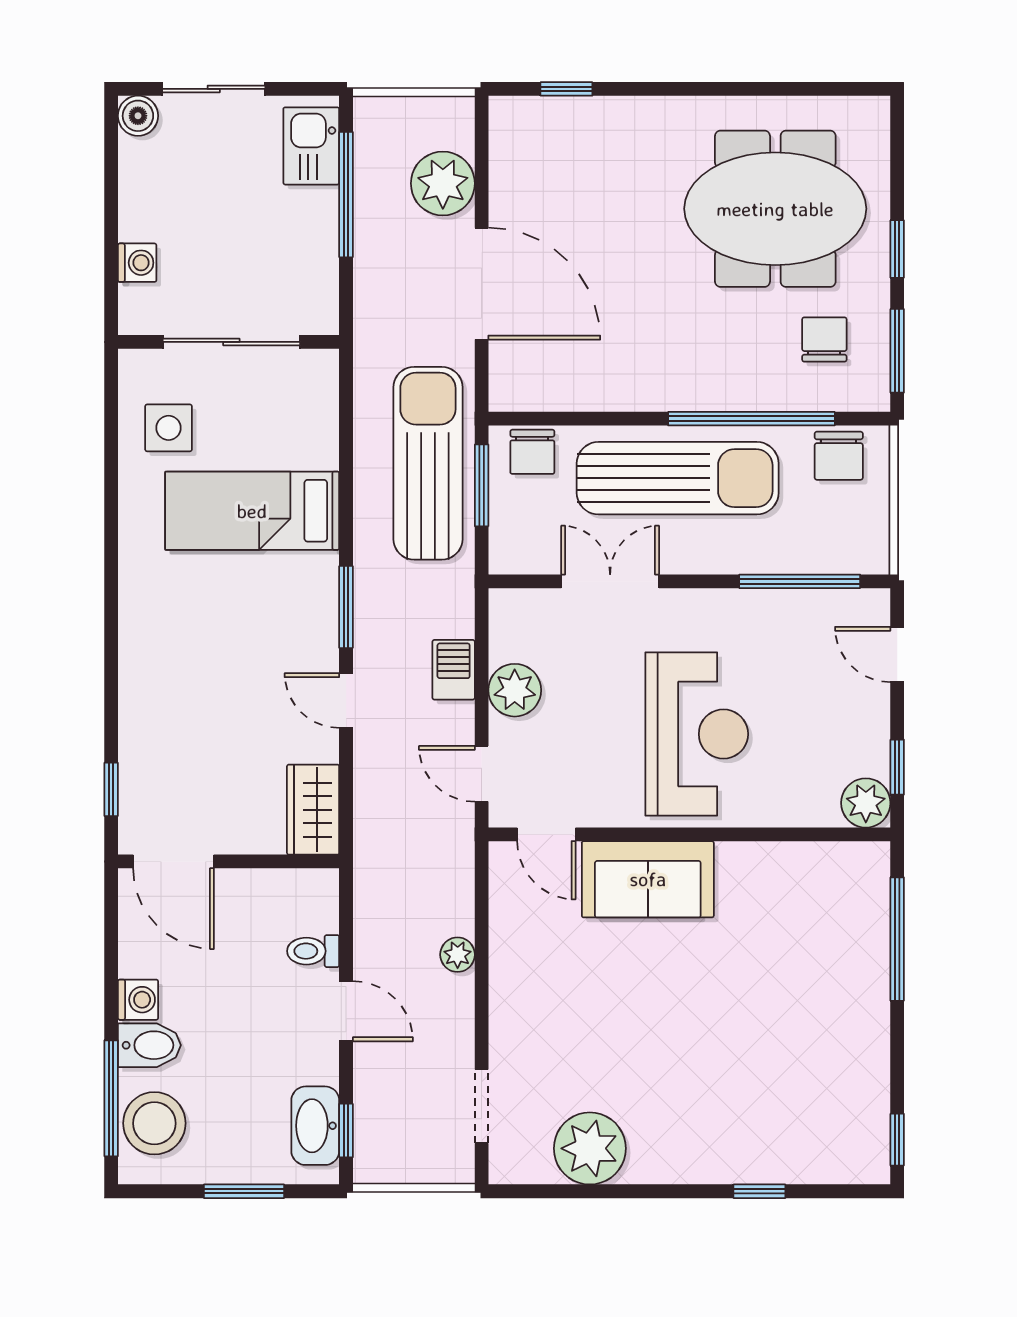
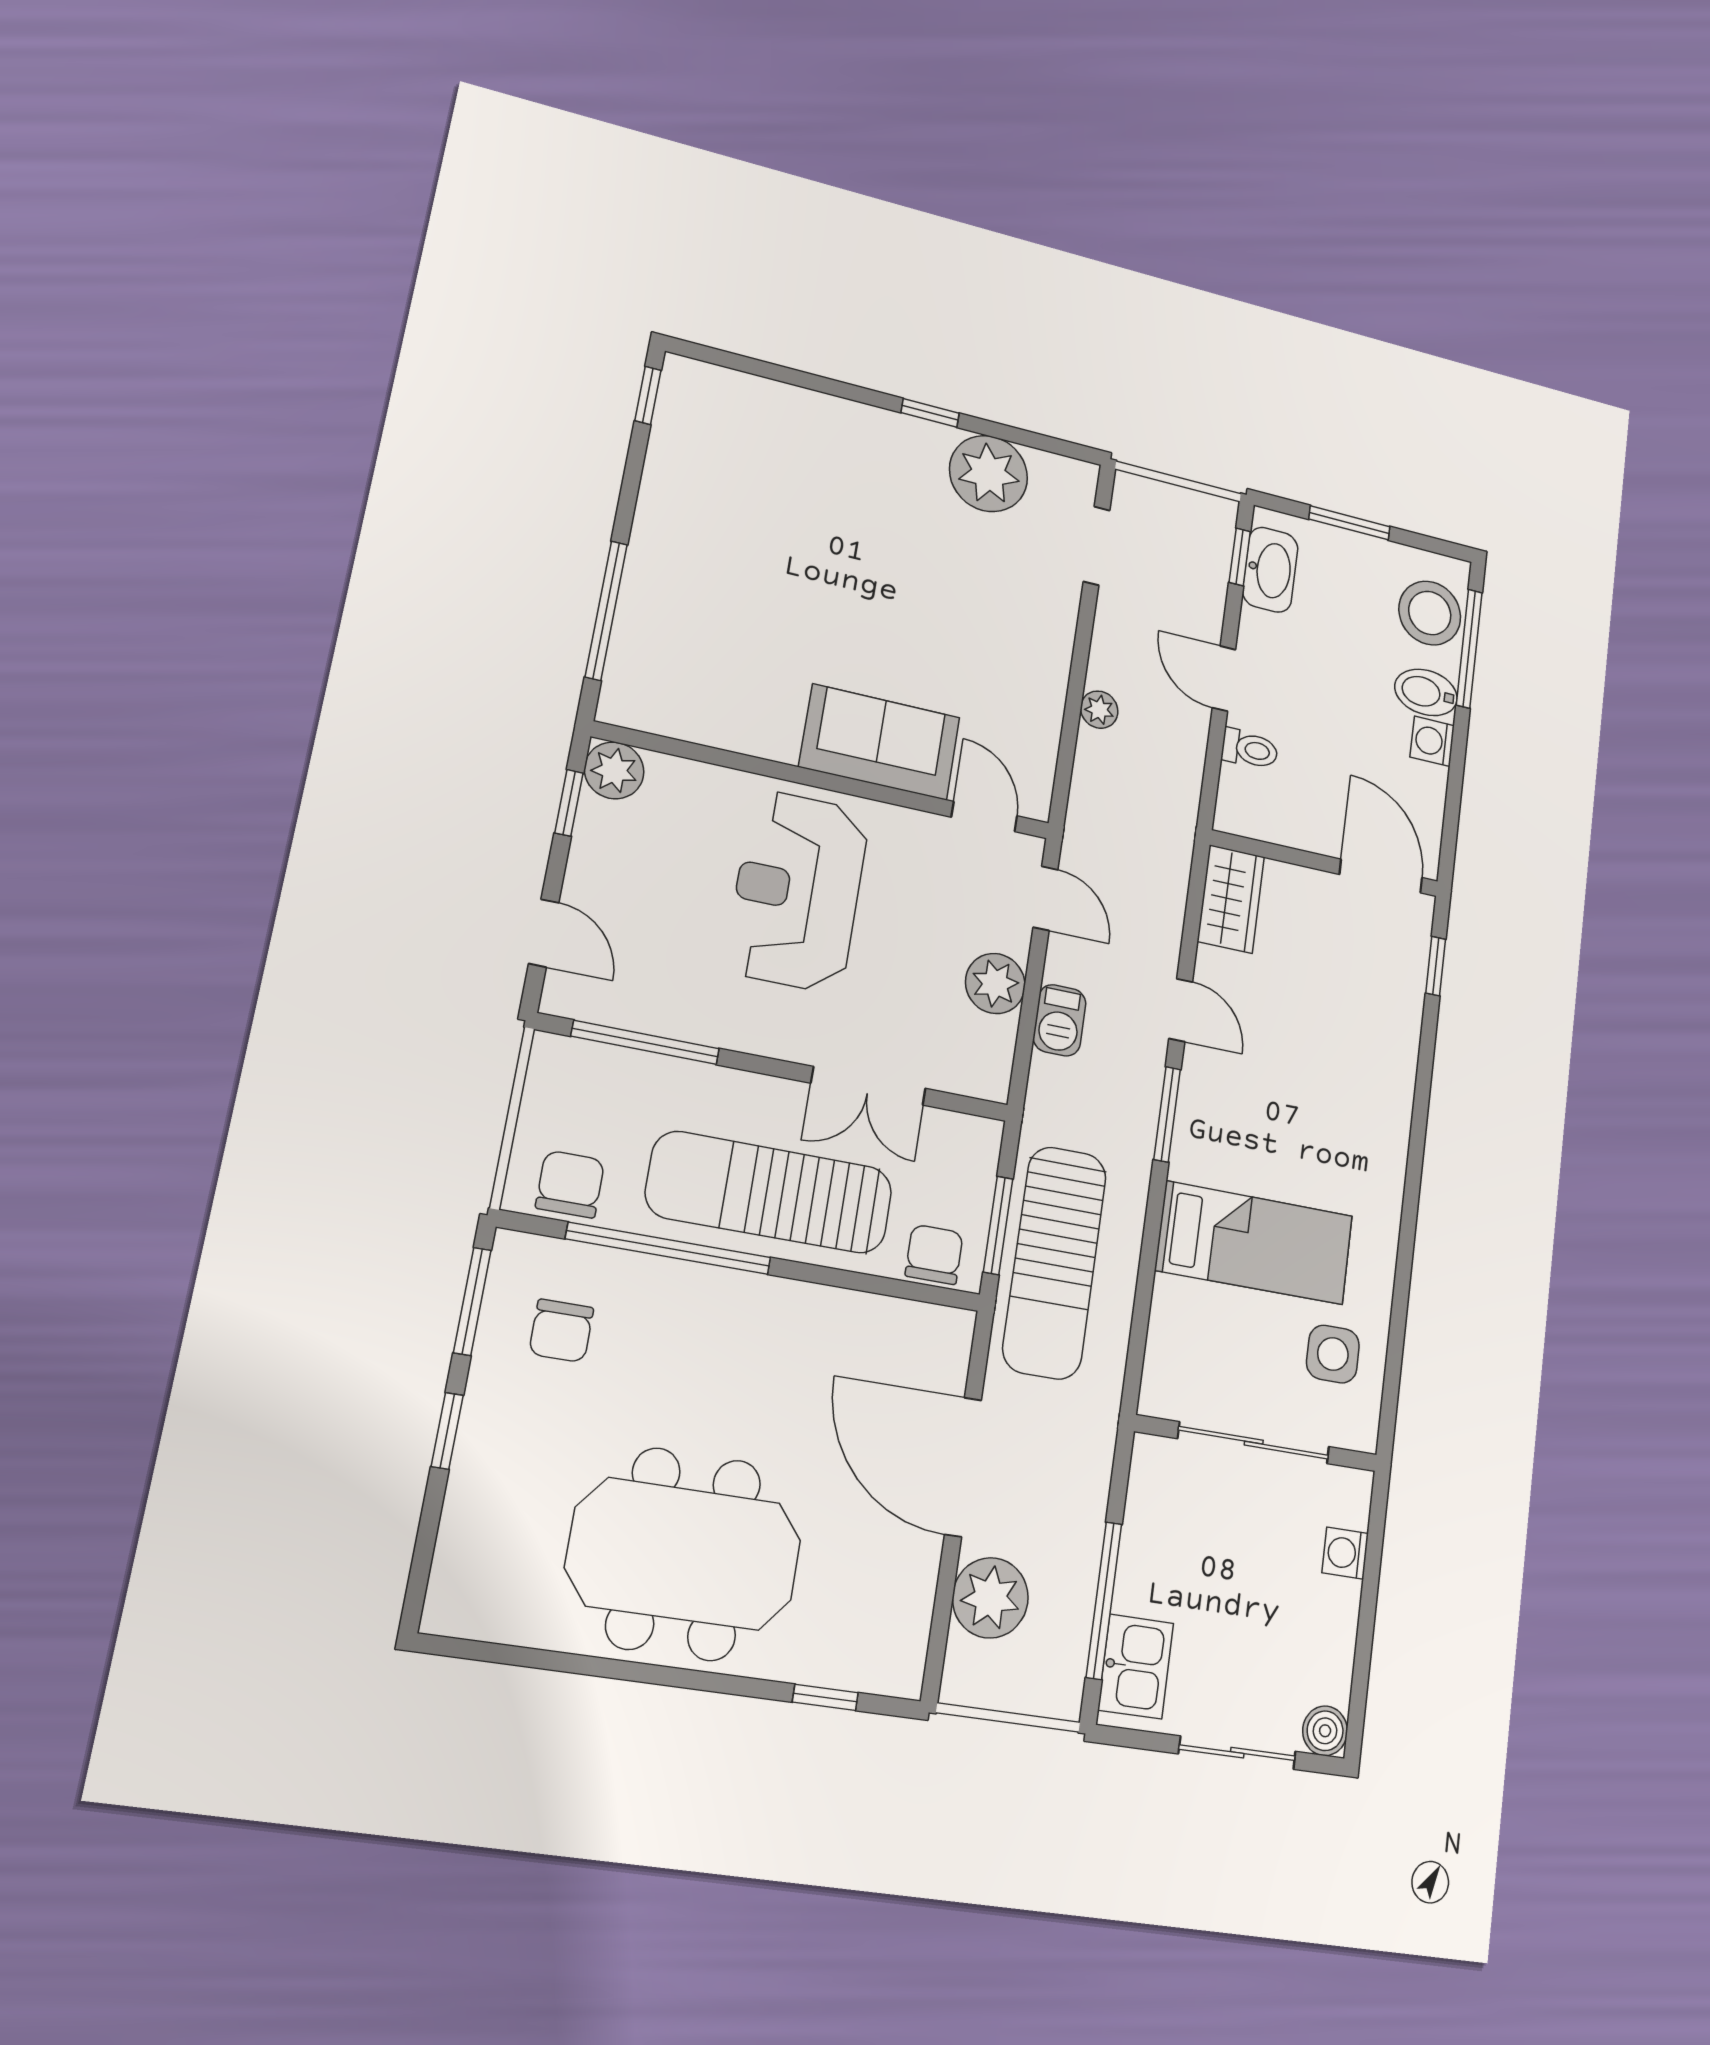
meeting table: (775, 209) -> (684, 1554), moved
window: (759, 1191) -> (930, 413), moved

